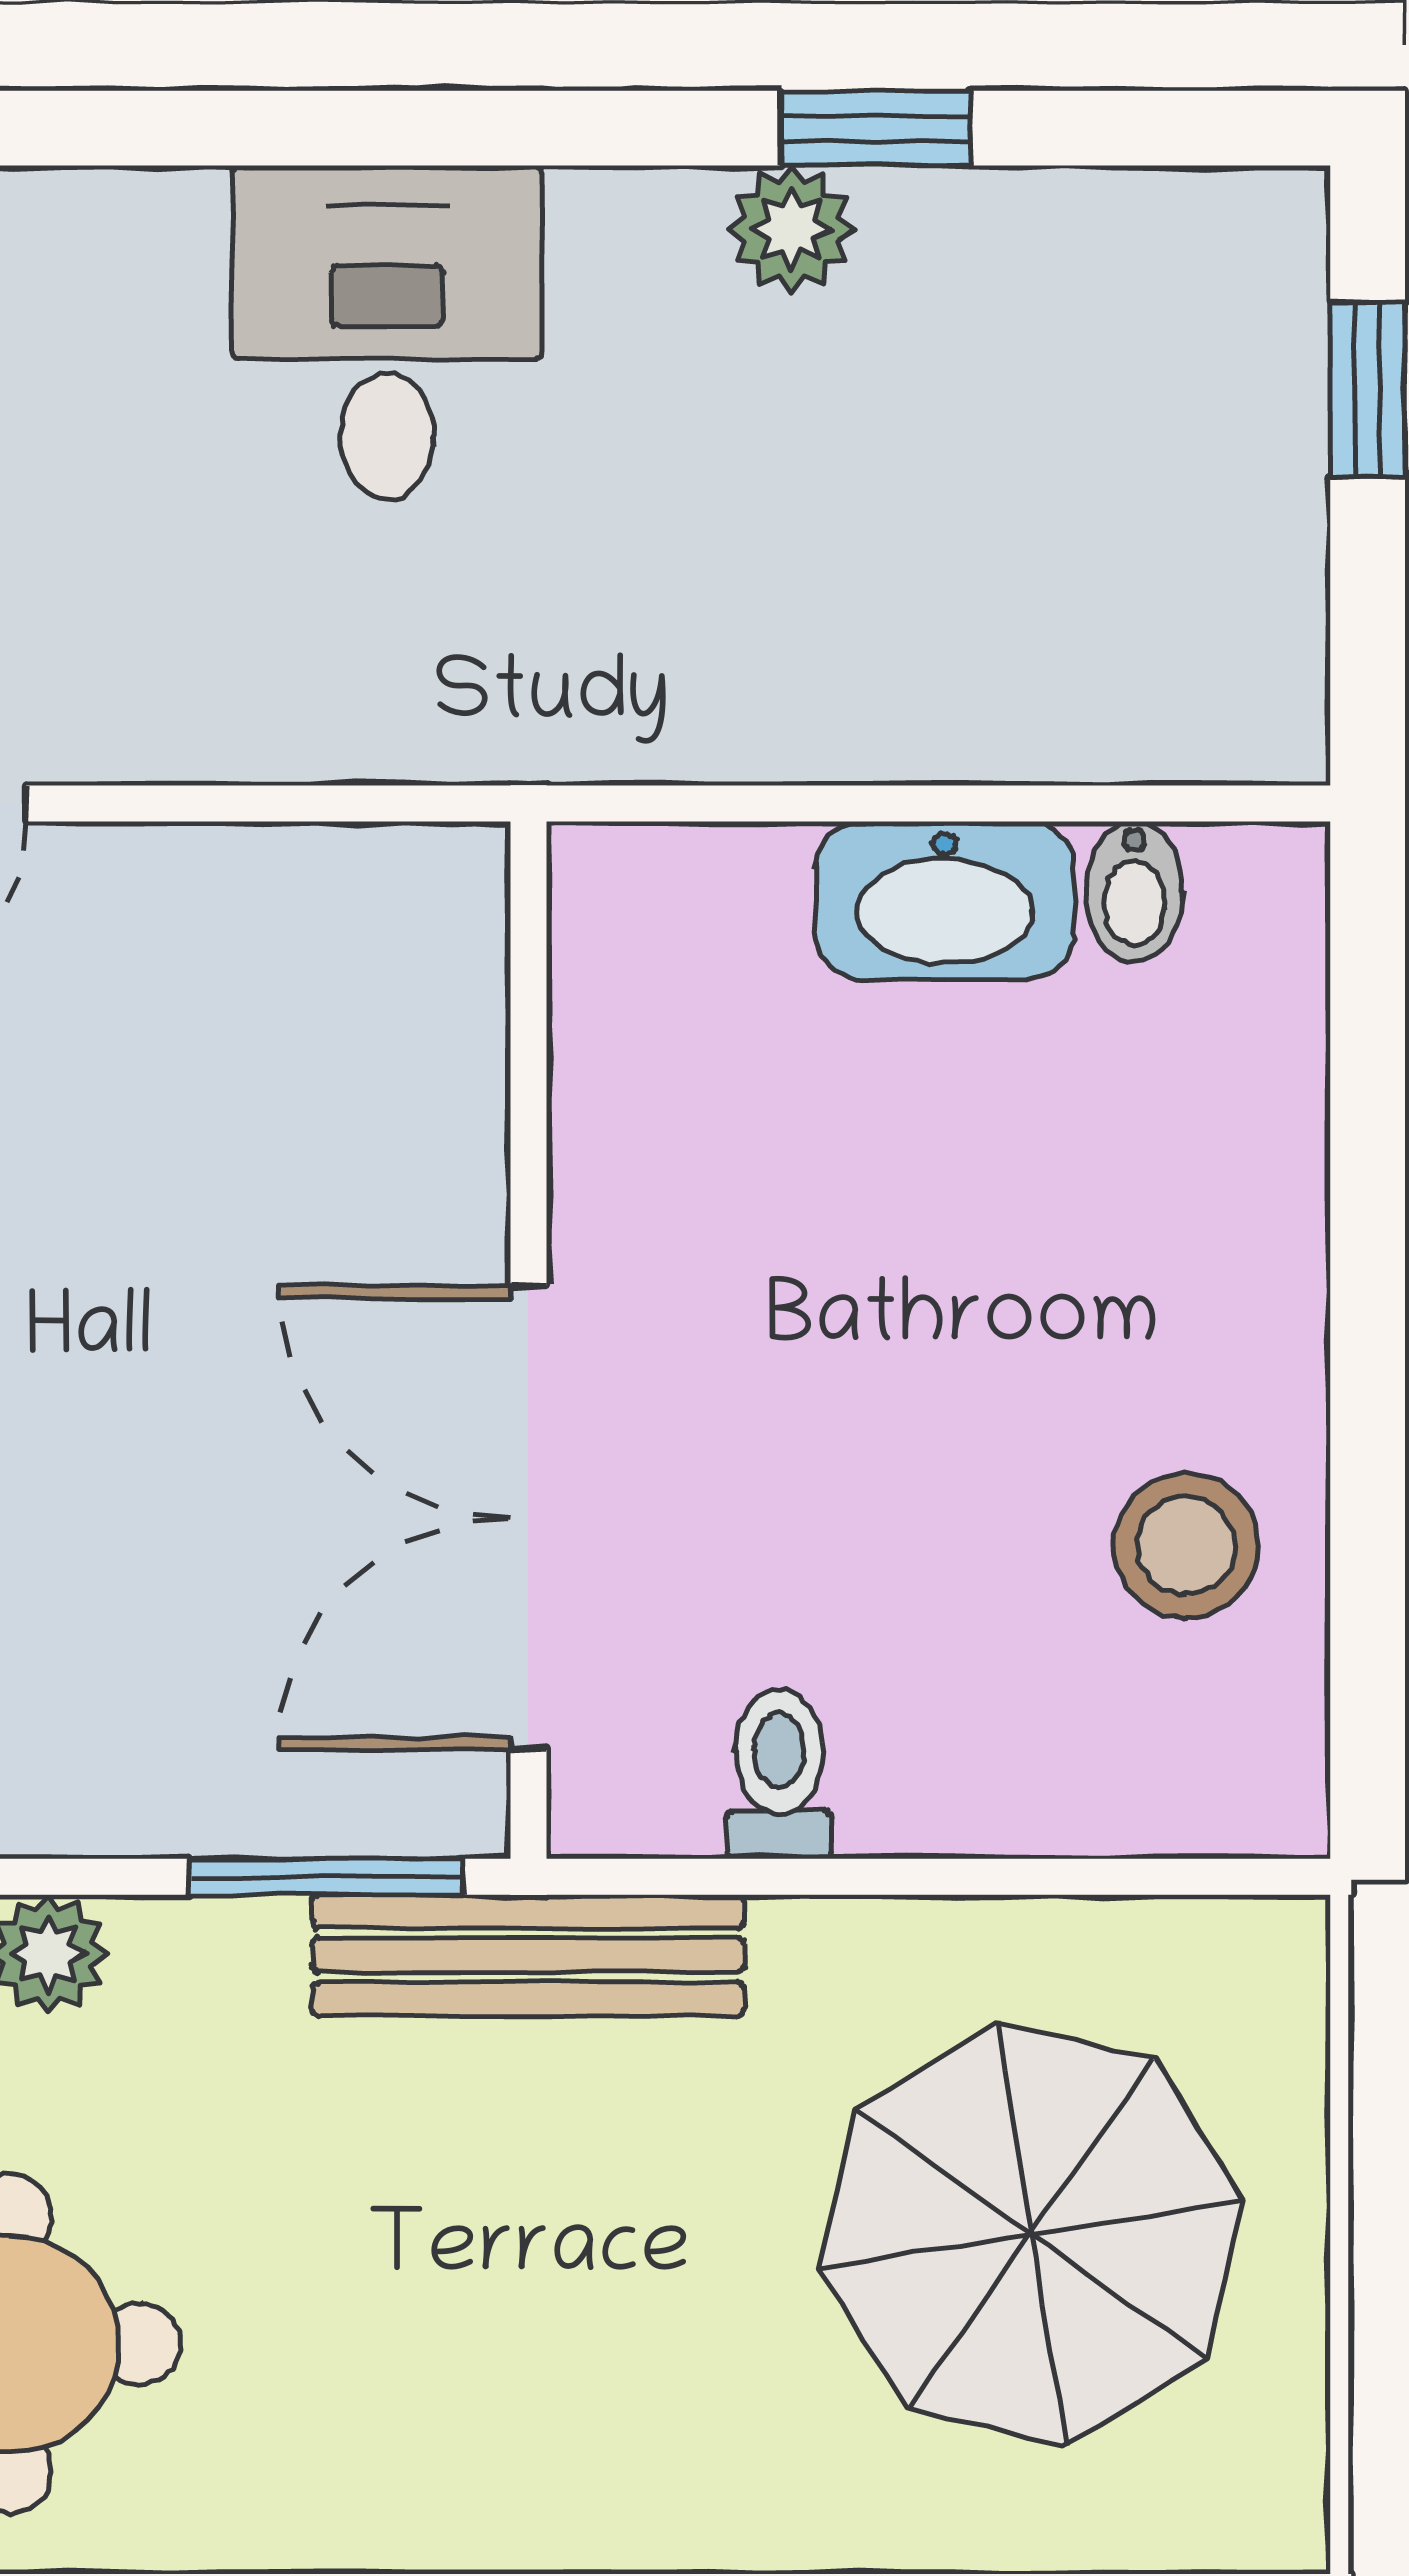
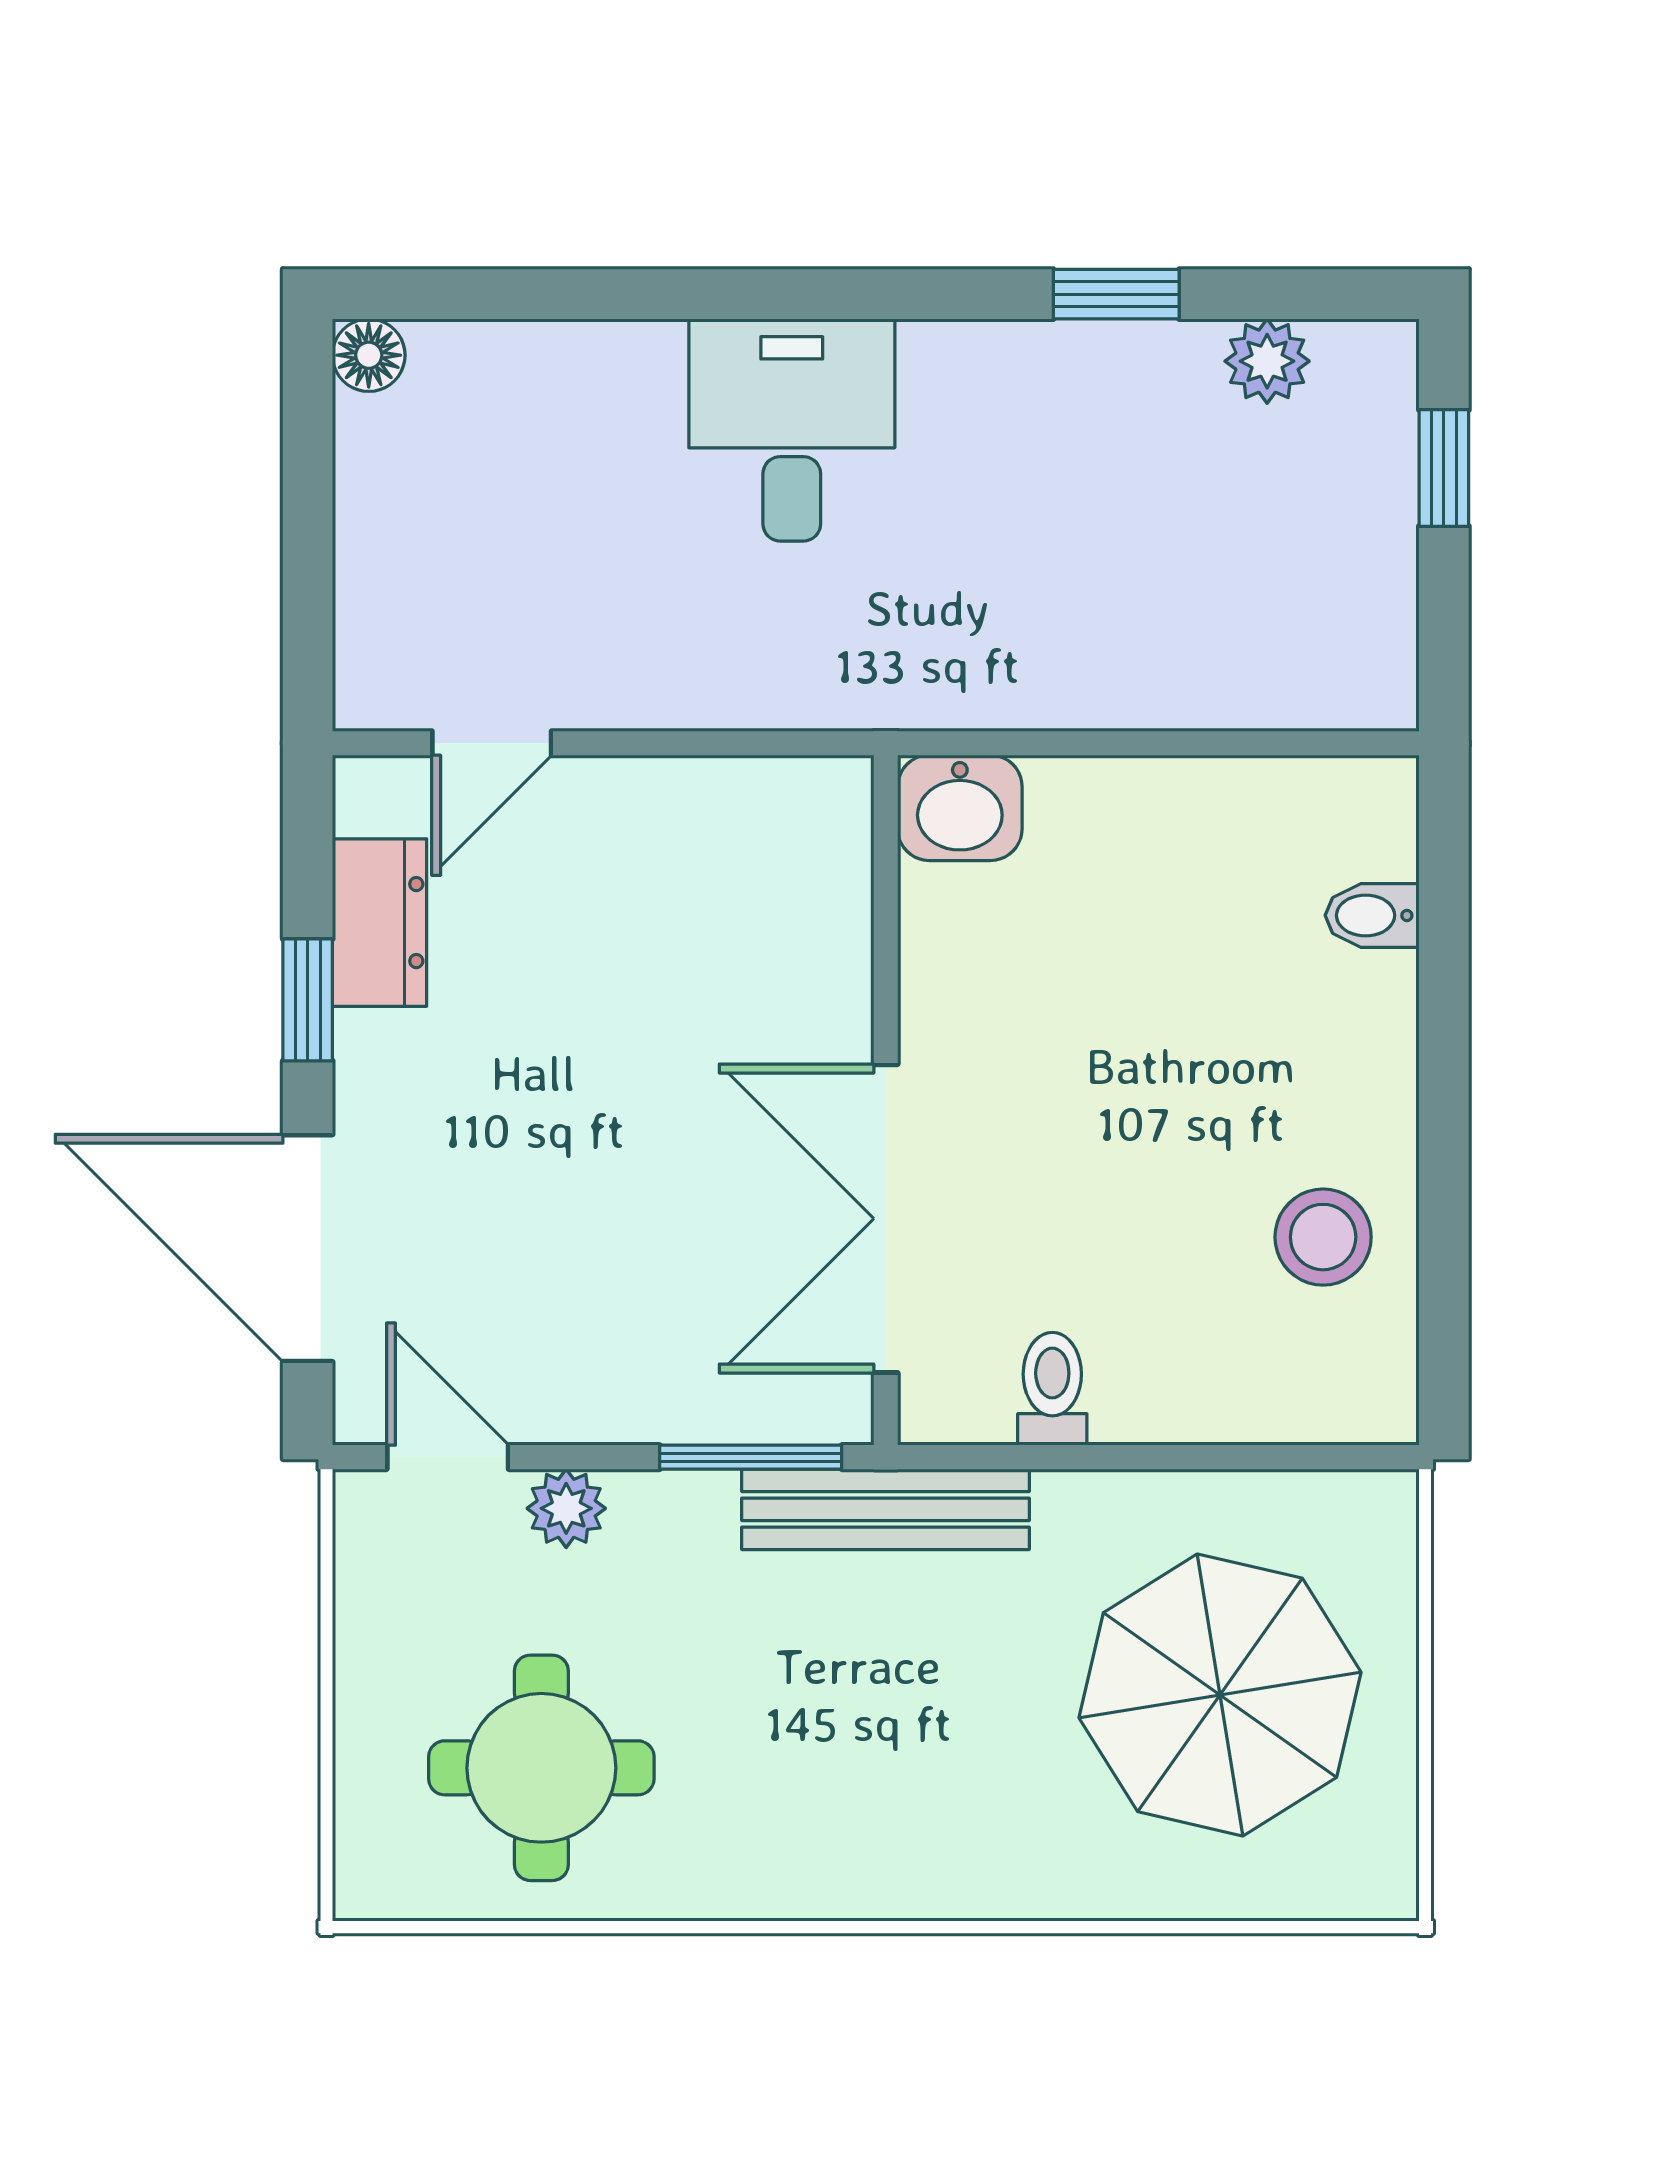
plant: (791, 229) -> (1267, 361), moved
bidet: (1134, 892) -> (1372, 915), moved, turned 90
washbasin: (945, 901) -> (960, 808), moved, width x0.72

